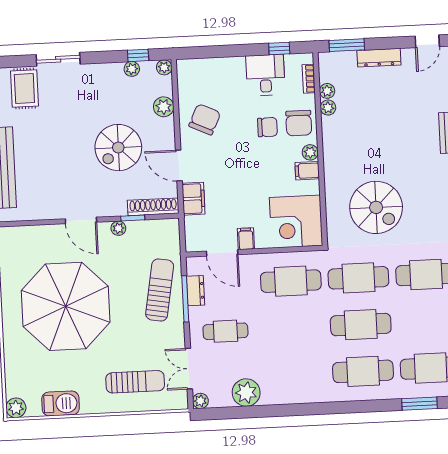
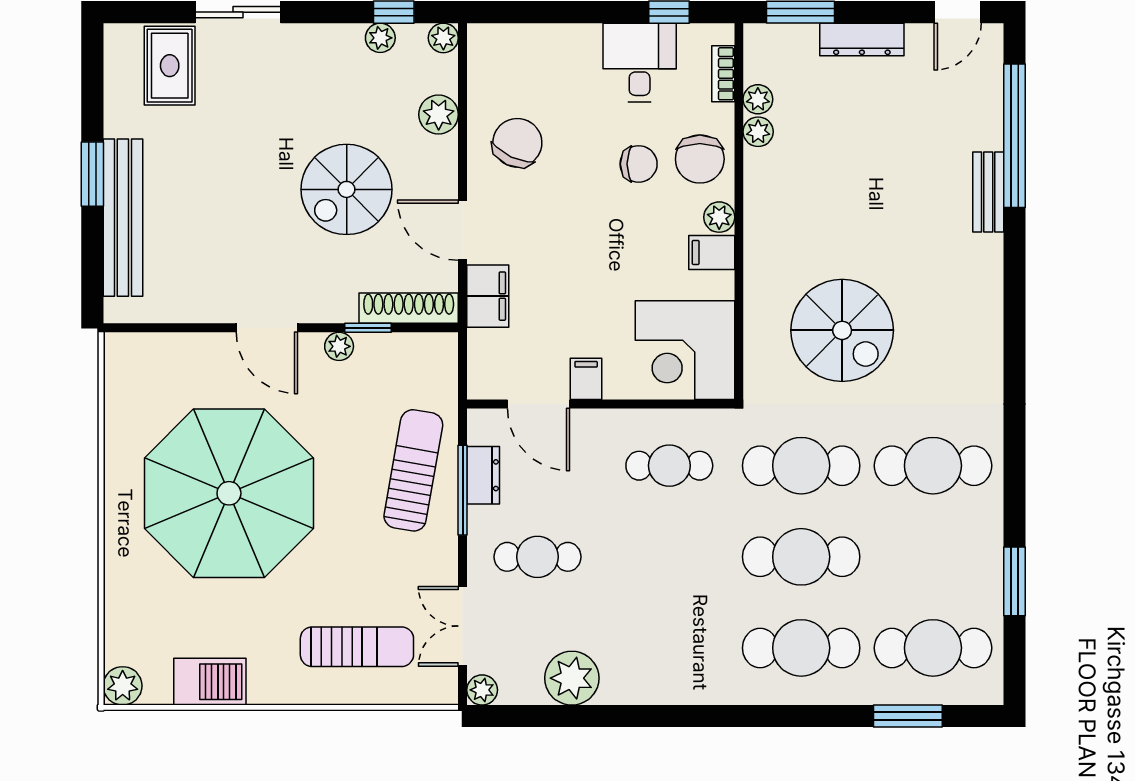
cafe table: (291, 281) -> (669, 466), width x0.73, depth x0.74

